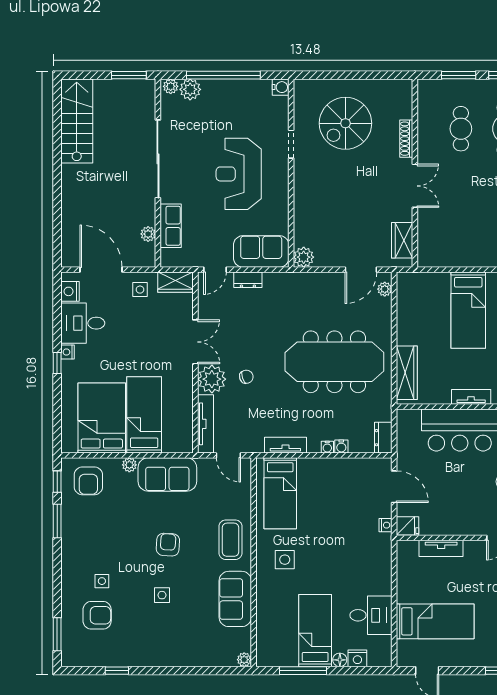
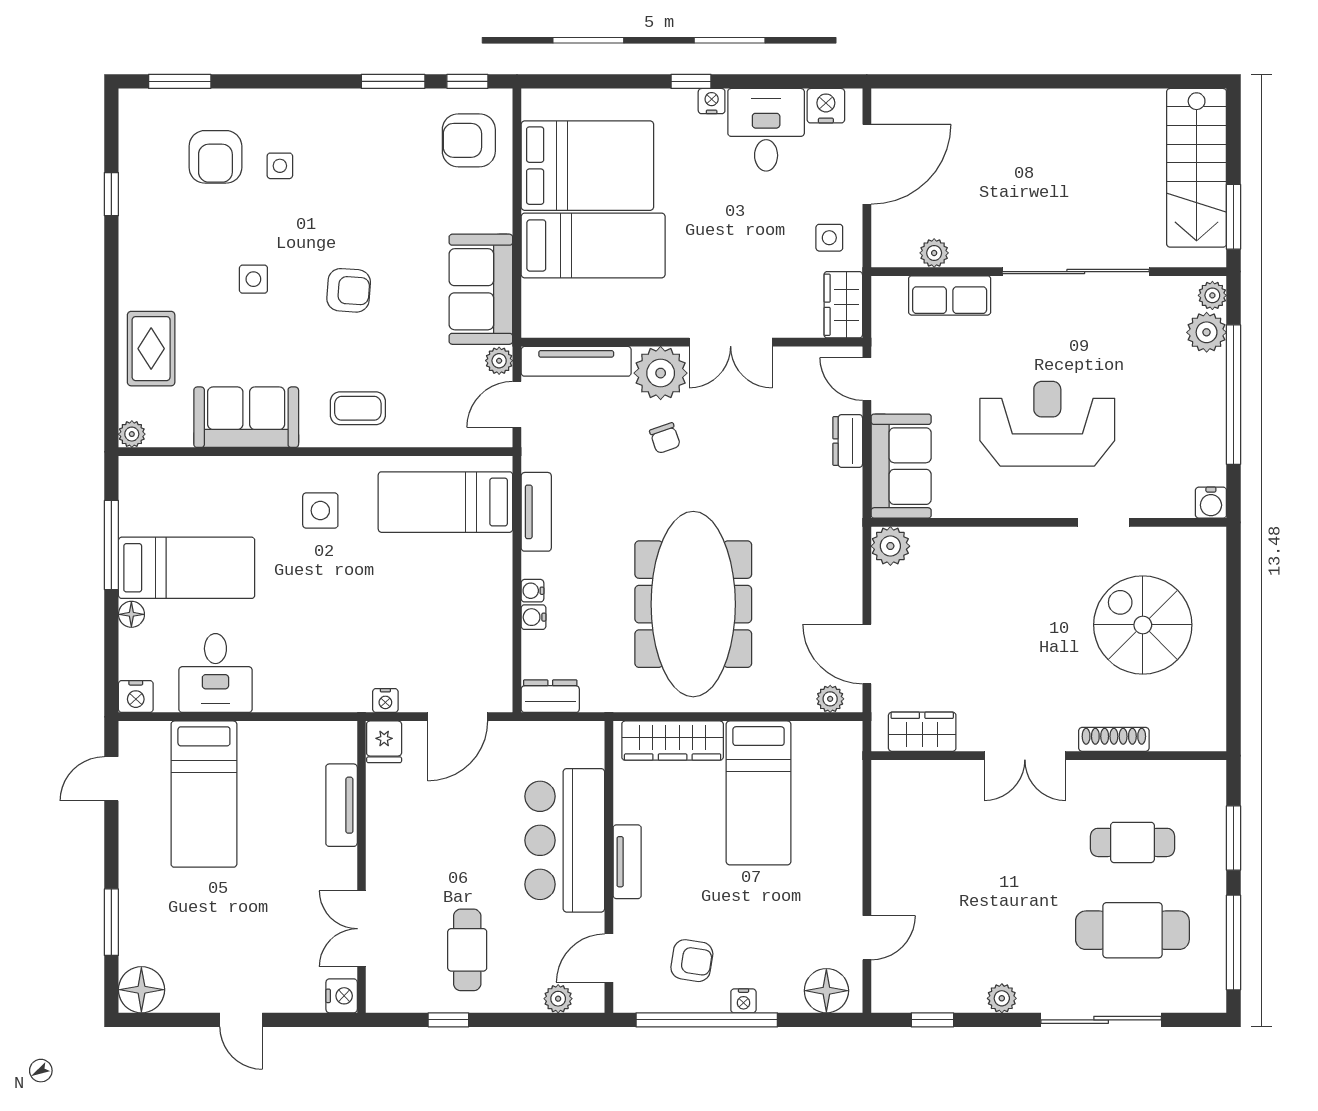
stairs: (77, 121) -> (1197, 168), moved, turned 90
bed: (468, 310) -> (759, 793), moved, turned -90
plant: (129, 465) -> (499, 361), moved
coffee table: (230, 540) -> (358, 408), width x0.73, depth x0.77
rug: (199, 649) -> (151, 349), added
nightstand: (357, 658) -> (136, 697), moved, turned -90

